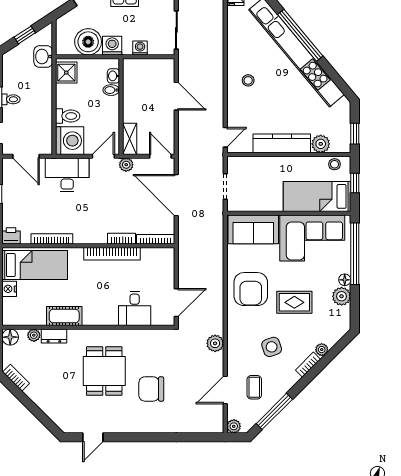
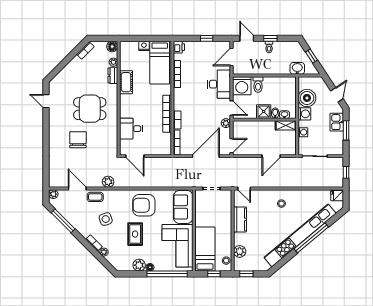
shower: (66, 73) -> (264, 112), moved
shelving: (130, 139) -> (286, 125), moved
kitchen counter: (282, 143) -> (240, 219), width x0.67
coffee table: (254, 387) -> (95, 197), moved

